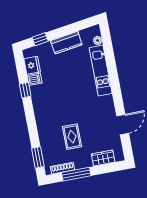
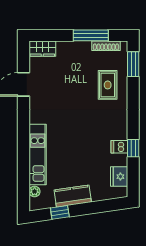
window: (40, 39) -> (60, 212), moved
dishwasher: (35, 79) -> (119, 147), moved
rug: (72, 137) -> (108, 85), moved
wardrobe: (103, 158) -> (42, 49), moved

